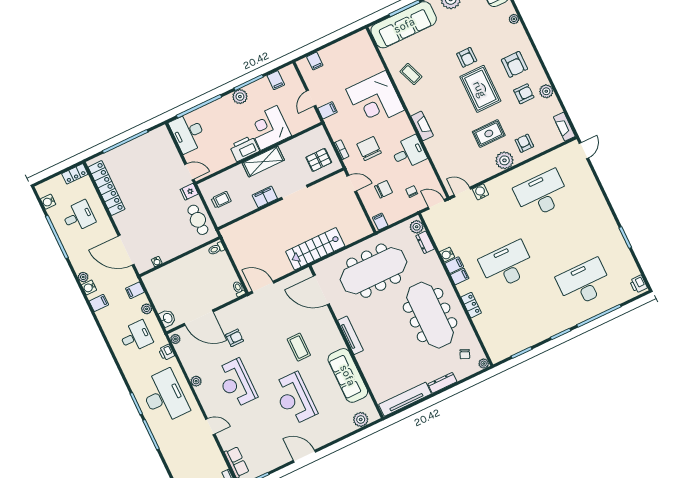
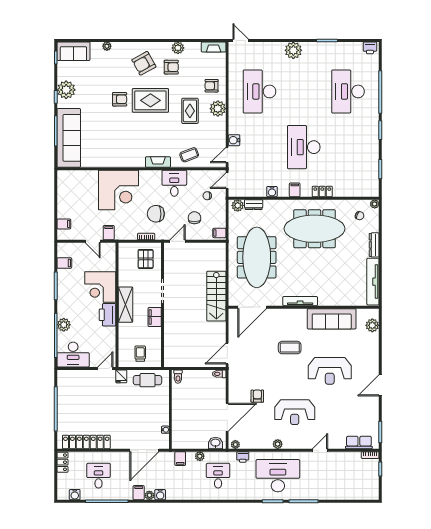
armchair: (514, 64) -> (144, 63), turned 151
coffee table: (411, 74) -> (189, 155), moved
armchair: (524, 94) -> (171, 67), turned 90
plant: (240, 97) -> (64, 325), moved
plant: (599, 208) -> (293, 50), added
filing cabinet: (454, 265) -> (283, 190), removed
filing cabinet: (99, 303) -> (139, 493), moved

